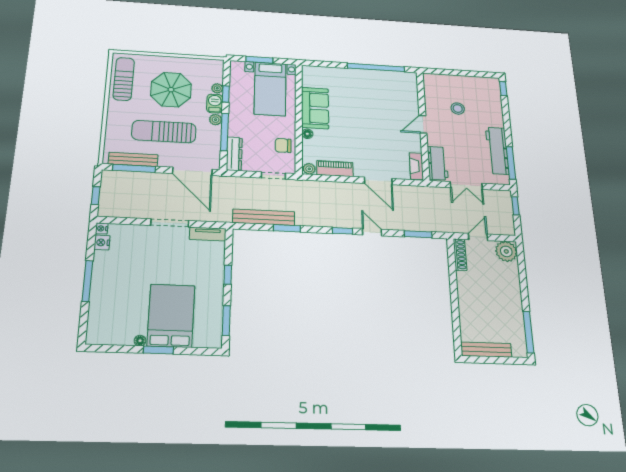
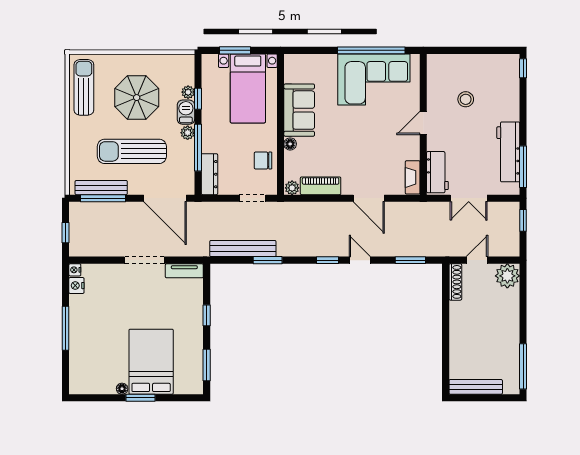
corner sofa: (379, 89) -> (374, 79), added

